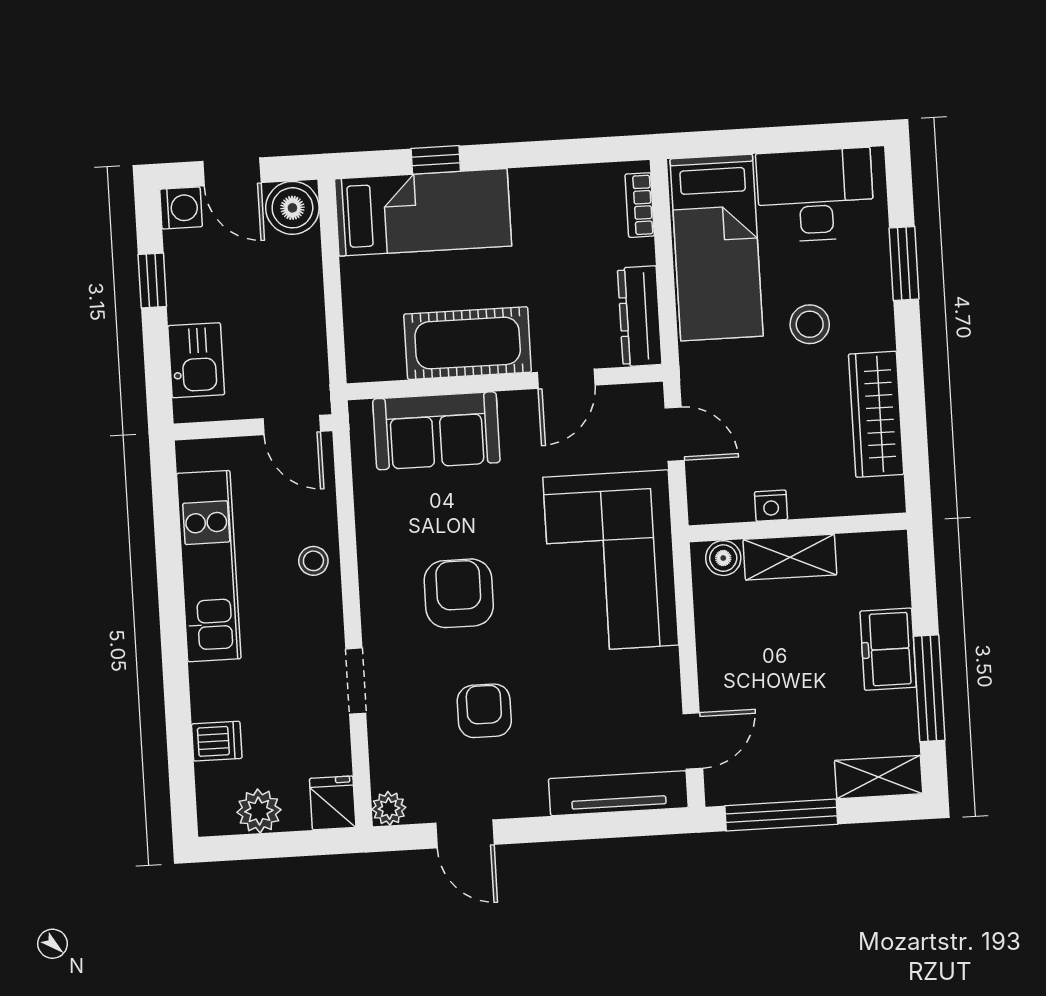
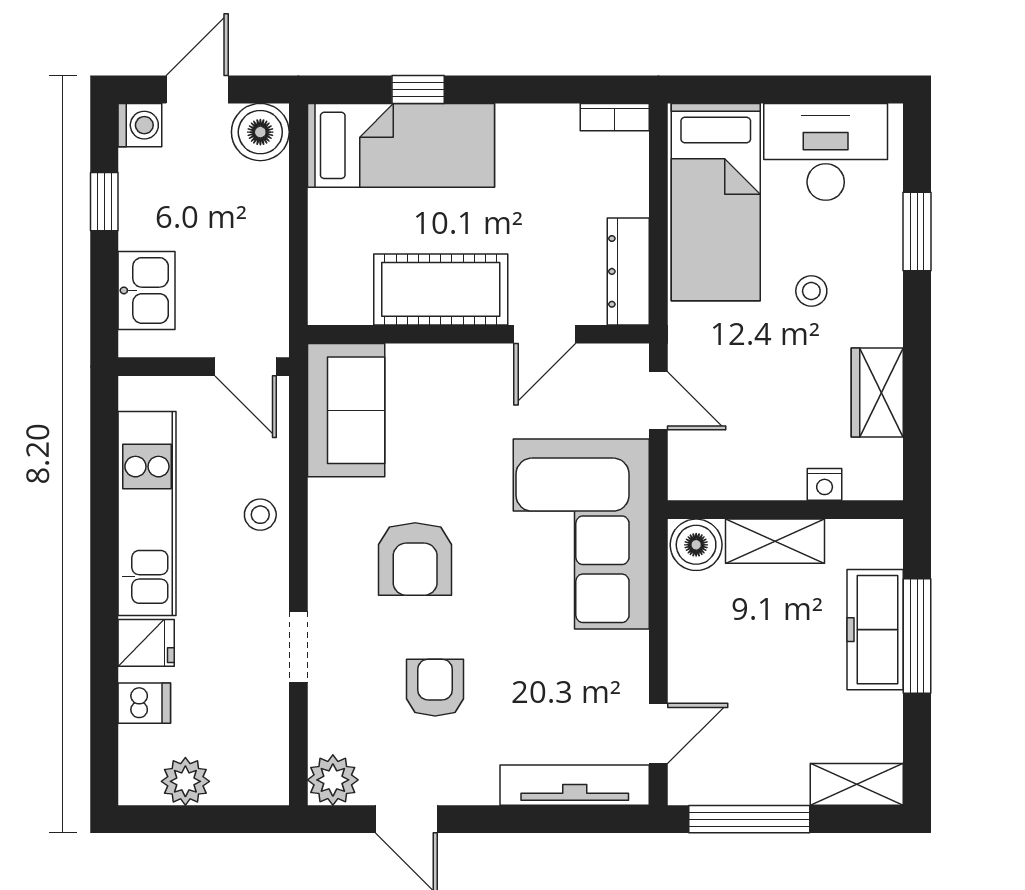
door: (232, 172) -> (197, 90), swing flipped
bookcase: (640, 205) -> (615, 117), moved, turned -90
stool: (810, 324) -> (811, 291), width x0.73, depth x0.73
wardrobe: (876, 414) -> (877, 392), width x0.67
sofa: (436, 431) -> (346, 410), moved, turned -90
nightstand: (771, 506) -> (825, 484), moved
boiler: (723, 558) -> (696, 545), width x1.36, depth x1.36
armchair: (459, 593) -> (415, 559), turned 180
freezer: (888, 649) -> (875, 630), width x1.40
window: (929, 688) -> (917, 636), moved
fridge: (333, 803) -> (146, 643), moved, turned 90
plant: (389, 808) -> (333, 780), width x1.38, depth x1.38

